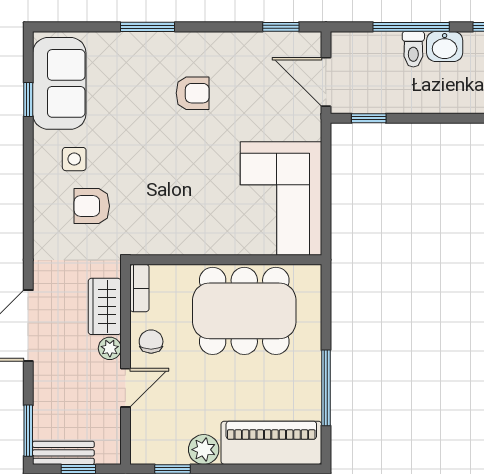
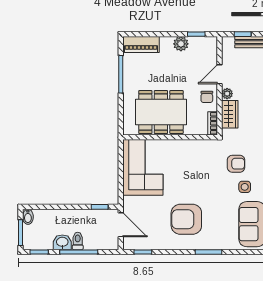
armchair: (193, 93) -> (186, 219), width x1.88, depth x1.88
piano: (271, 443) -> (141, 44), width x0.73, depth x0.75

